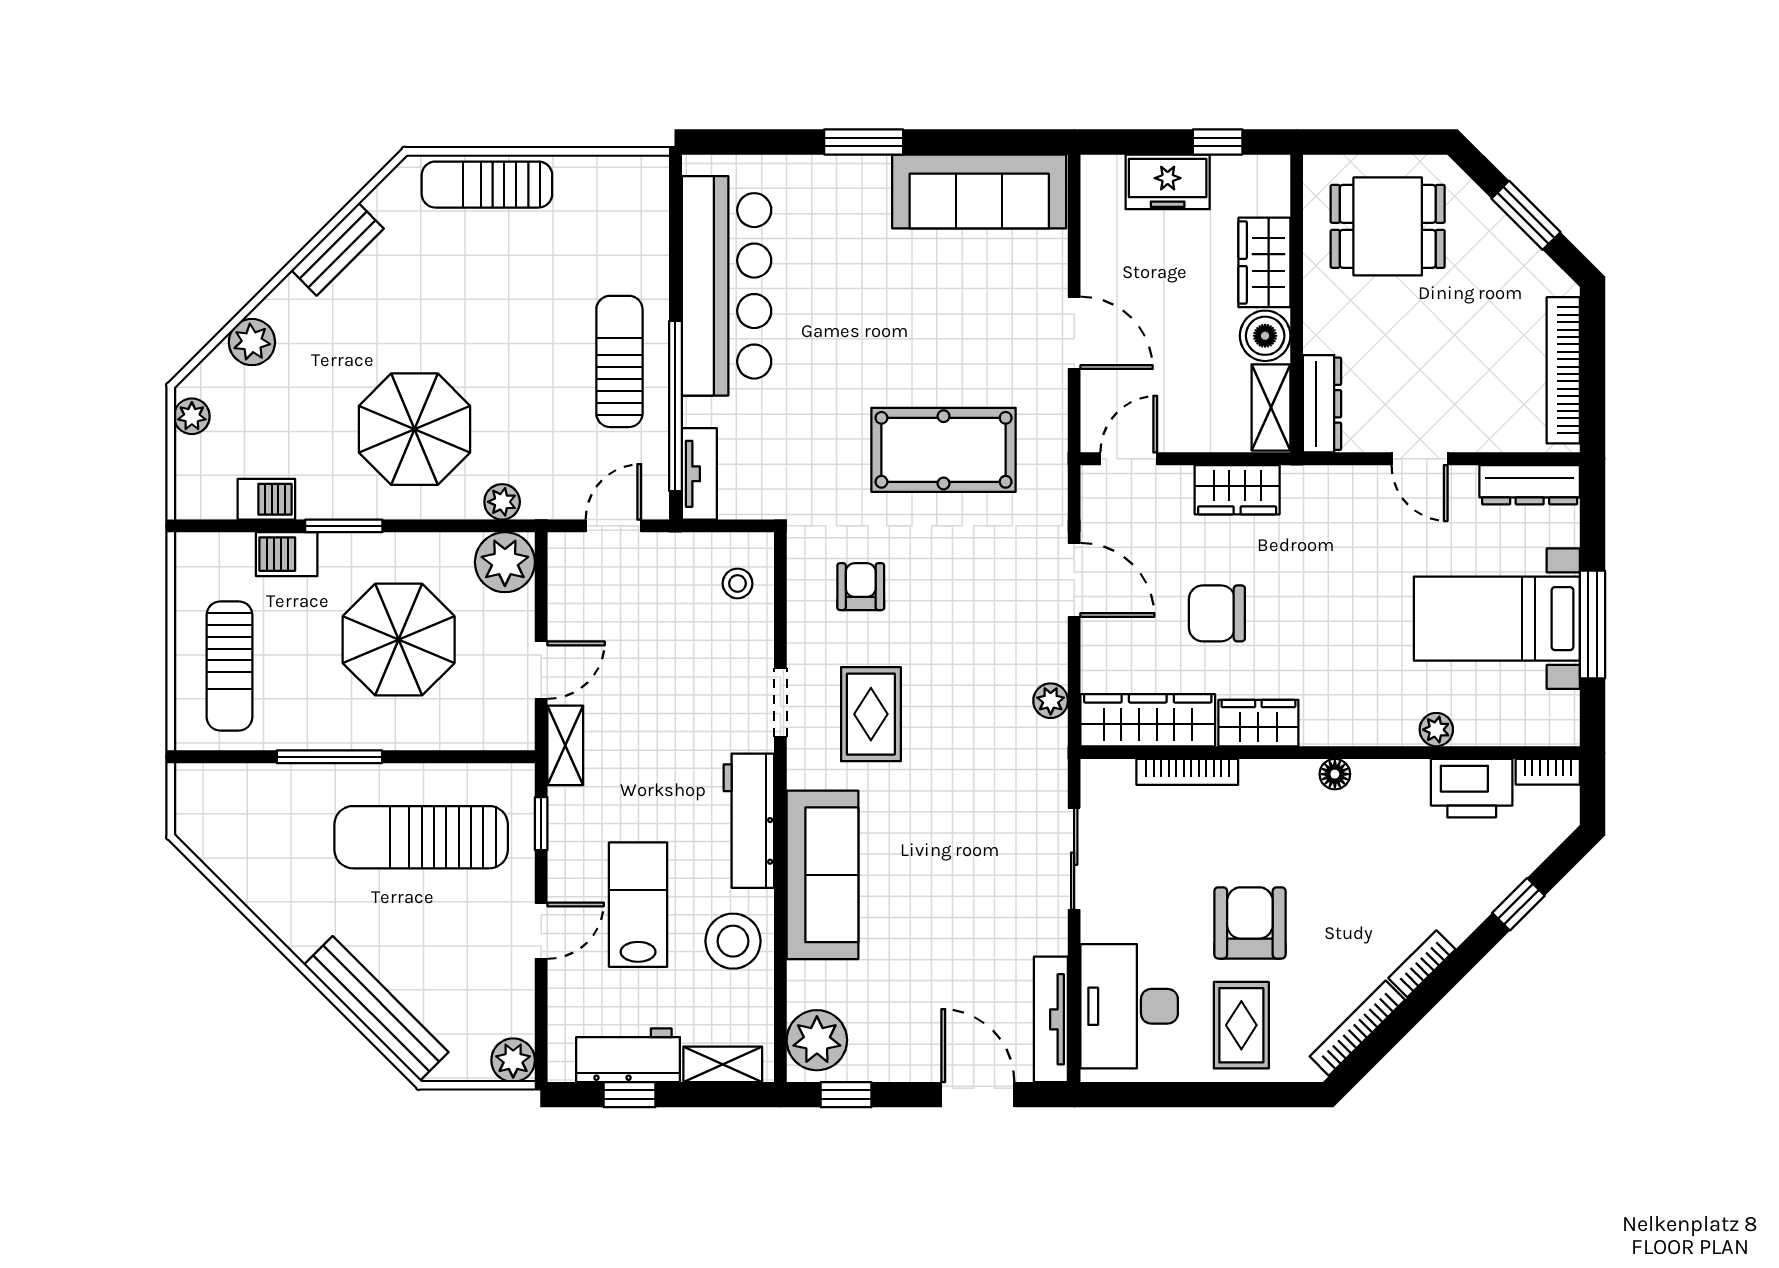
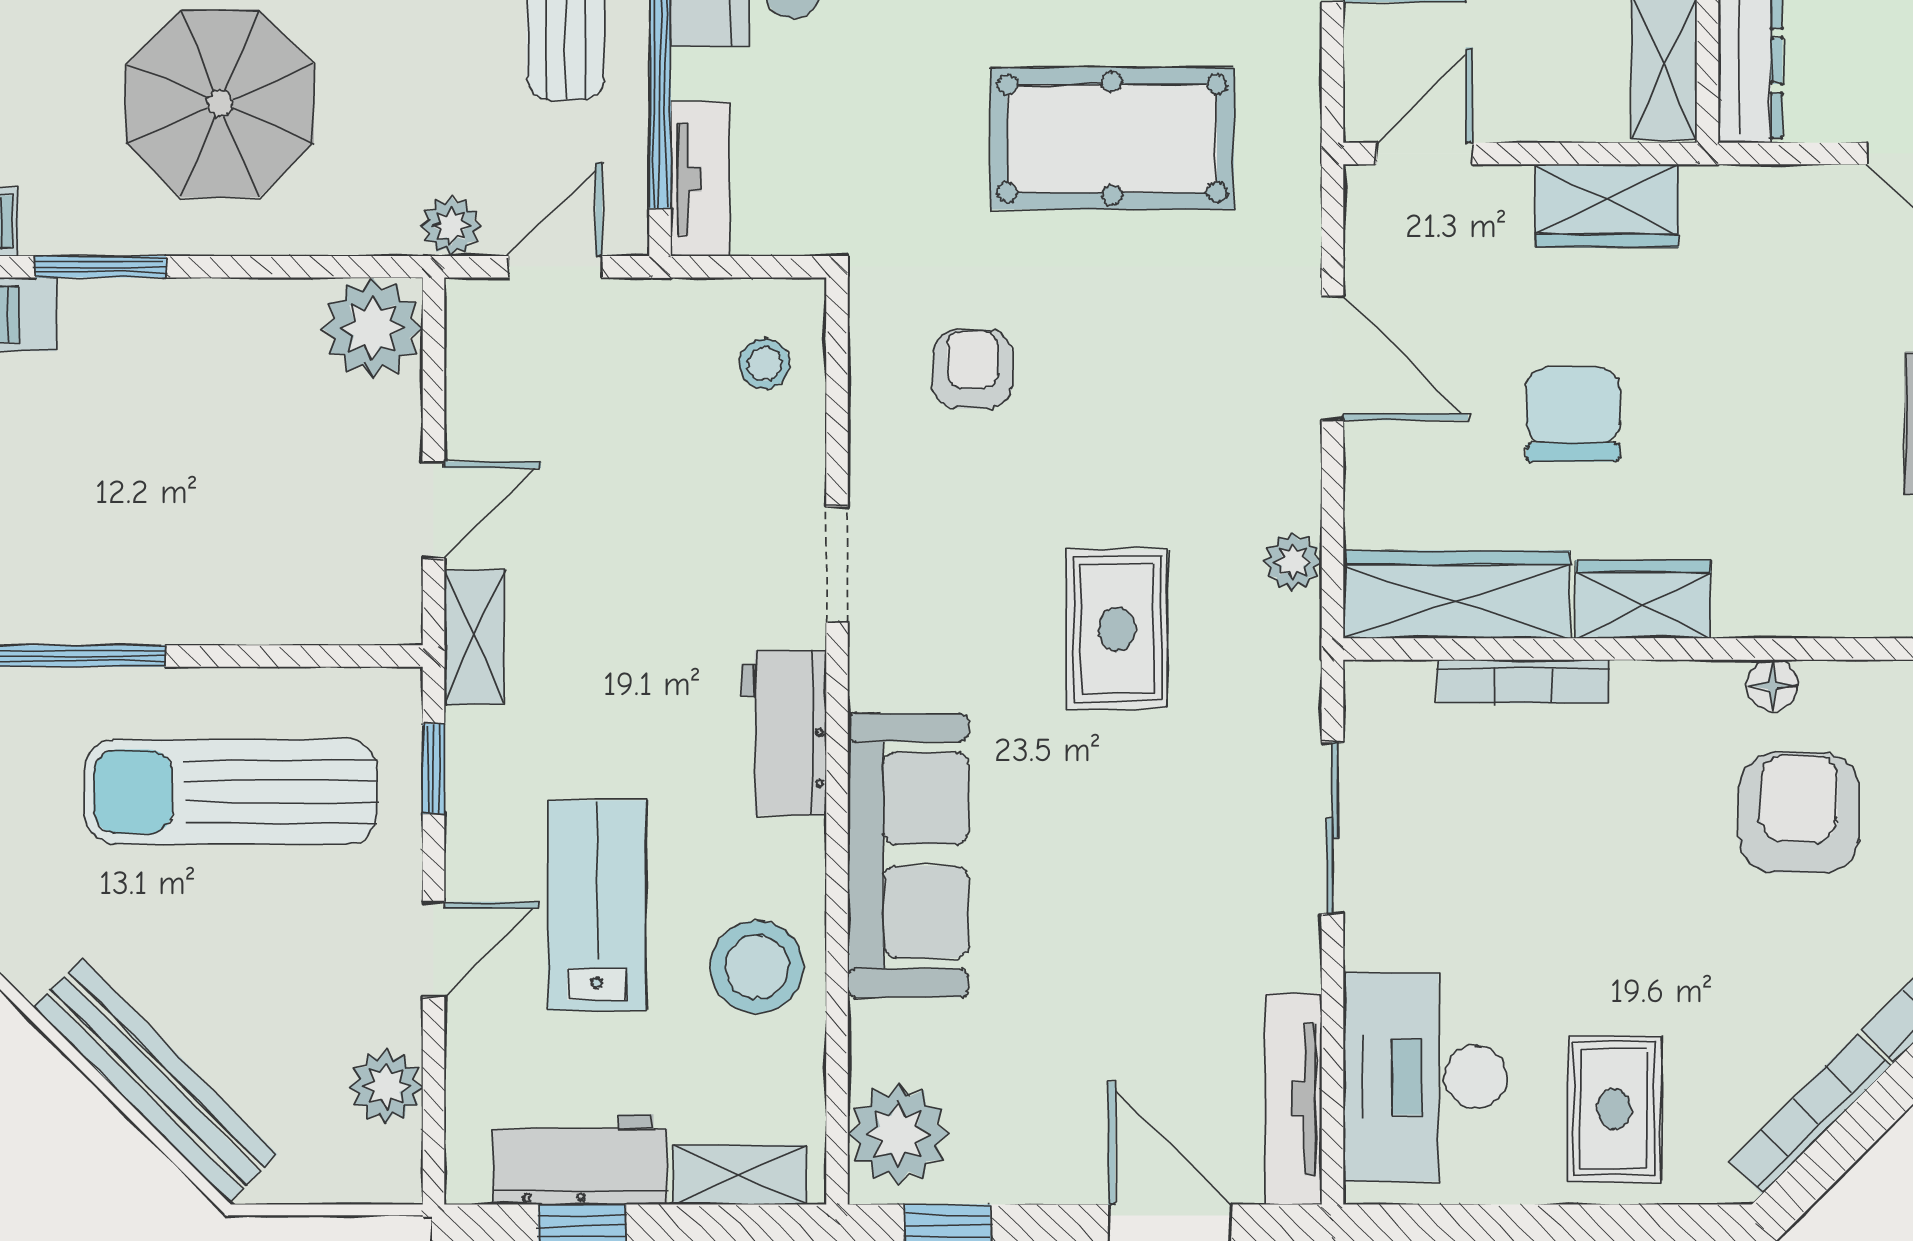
plant: (502, 502) -> (451, 226), moved
chair: (1217, 613) -> (1573, 414), turned 90
parasol: (399, 640) -> (193, 459), removed
rug: (871, 714) -> (1117, 629), moved
workbench: (749, 821) -> (784, 733), width x0.73
armchair: (1250, 923) -> (1799, 813), moved
plant: (513, 1060) -> (386, 1086), moved

